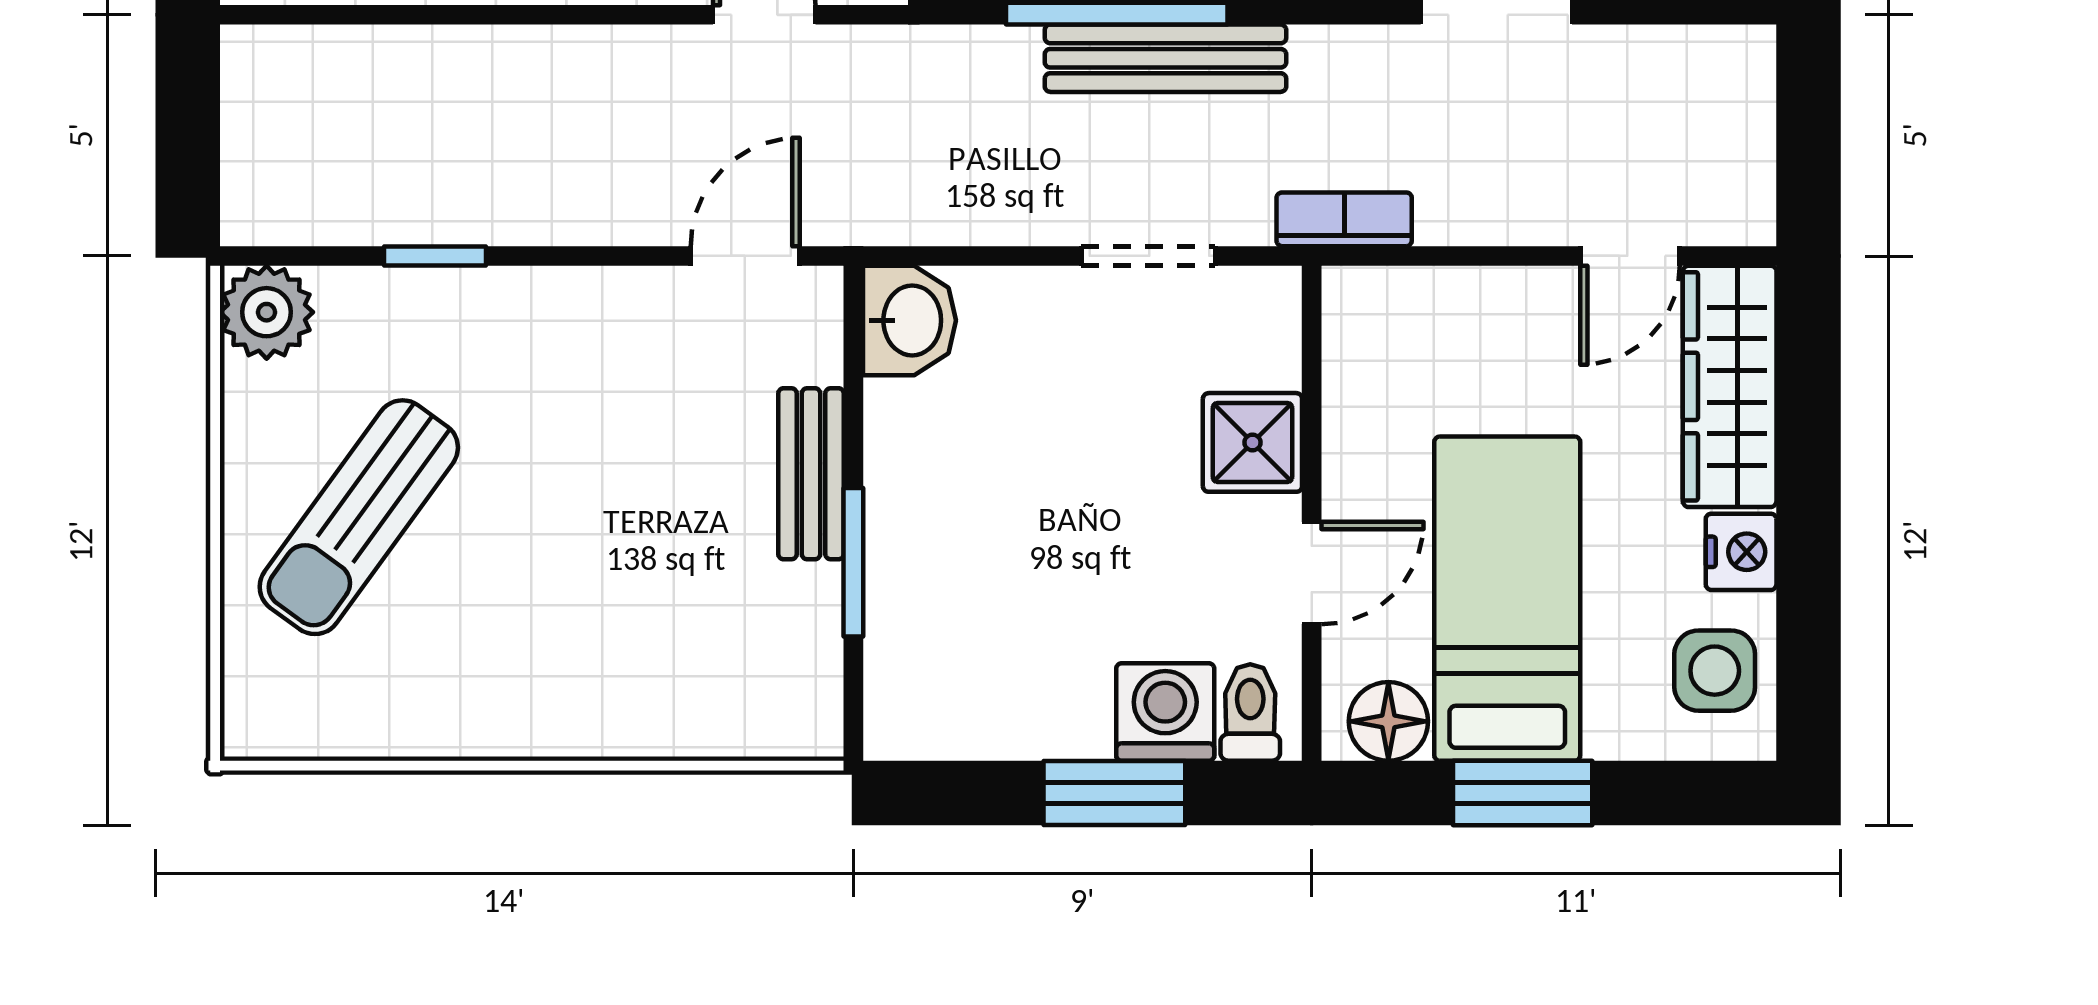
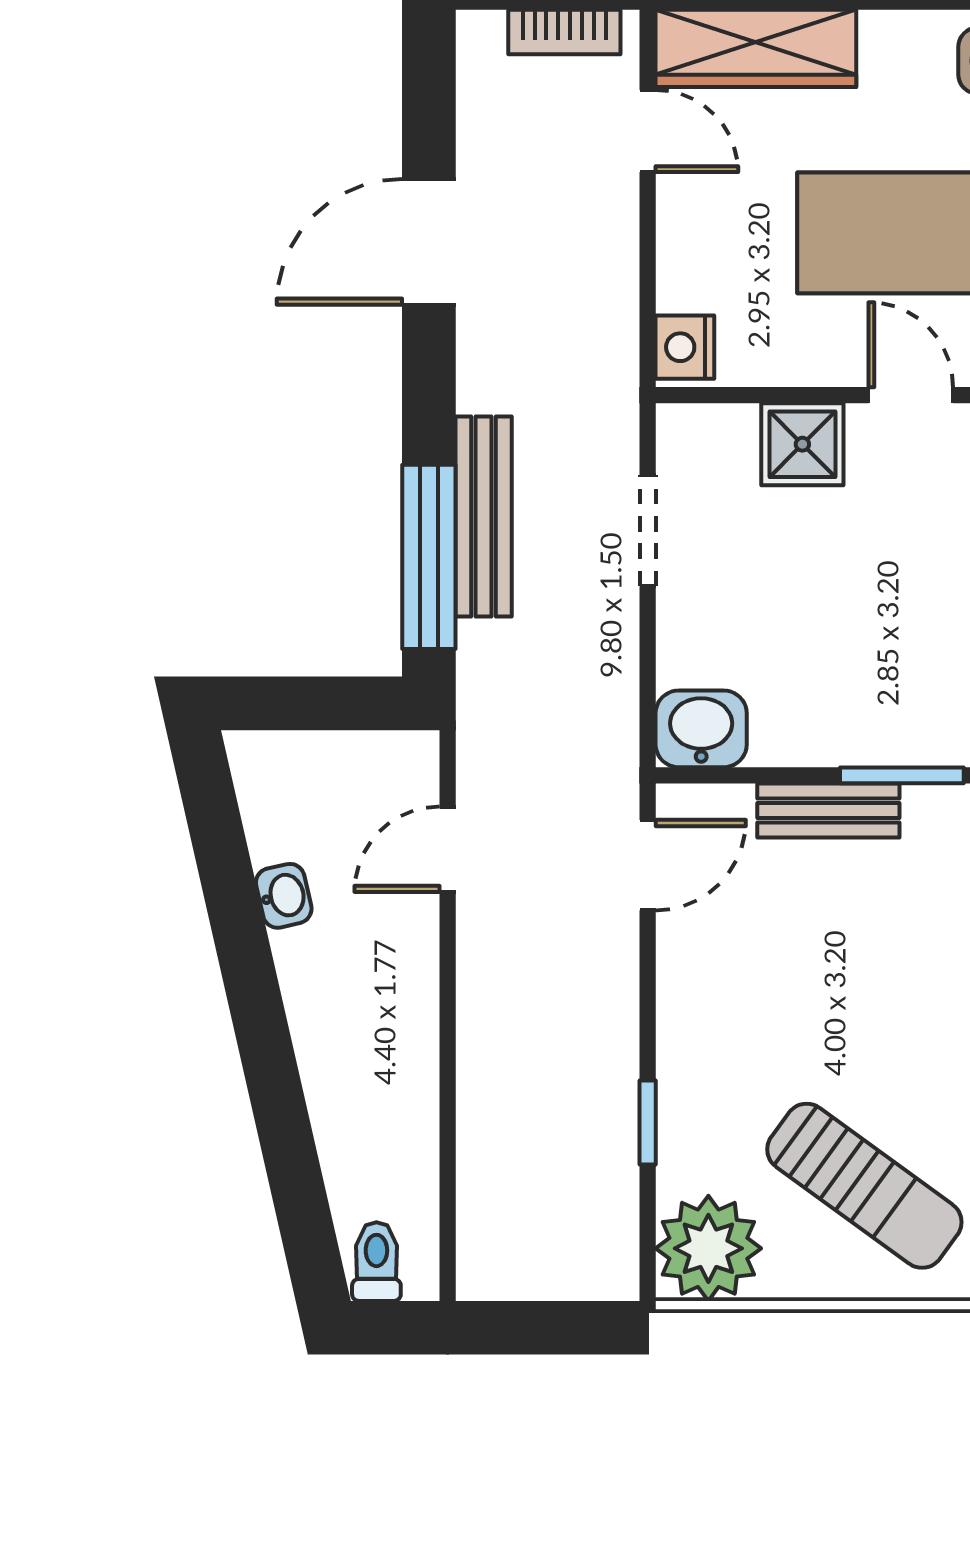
bookcase: (1344, 219) -> (564, 32), moved, turned -90
door: (745, 256) -> (648, 865), swing flipped
plant: (267, 312) -> (708, 1248), width x1.36, depth x1.36
nightstand: (1741, 552) -> (685, 347), moved, turned -90

